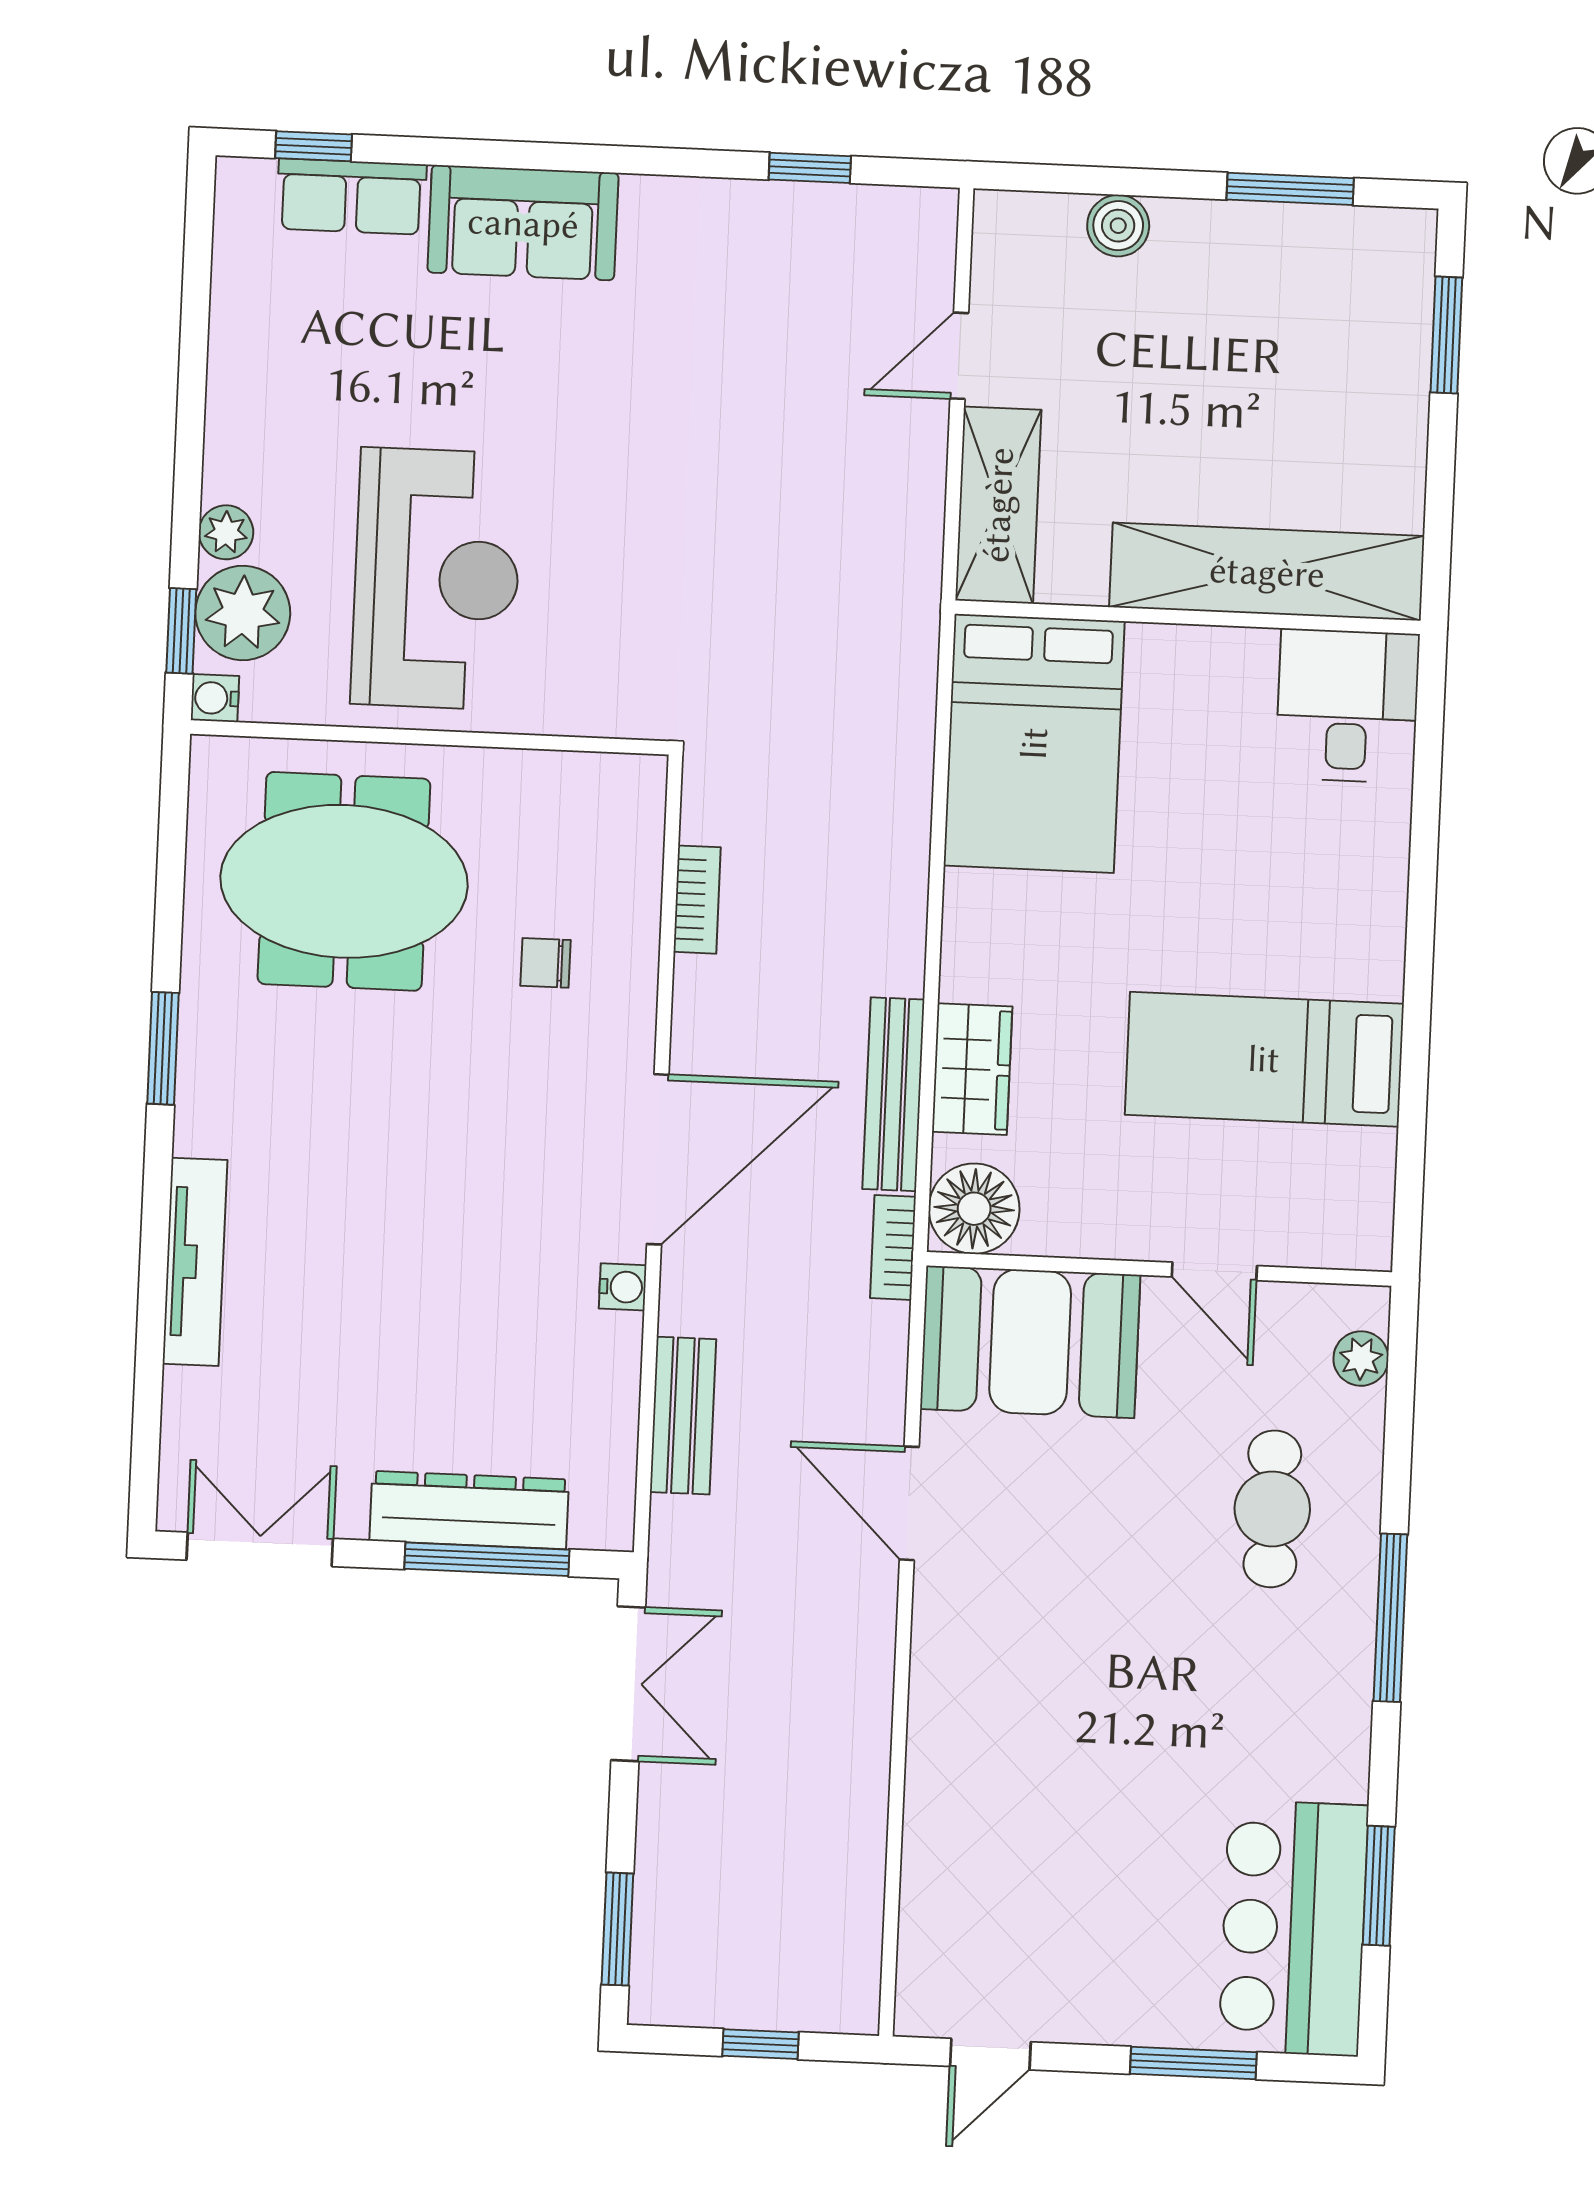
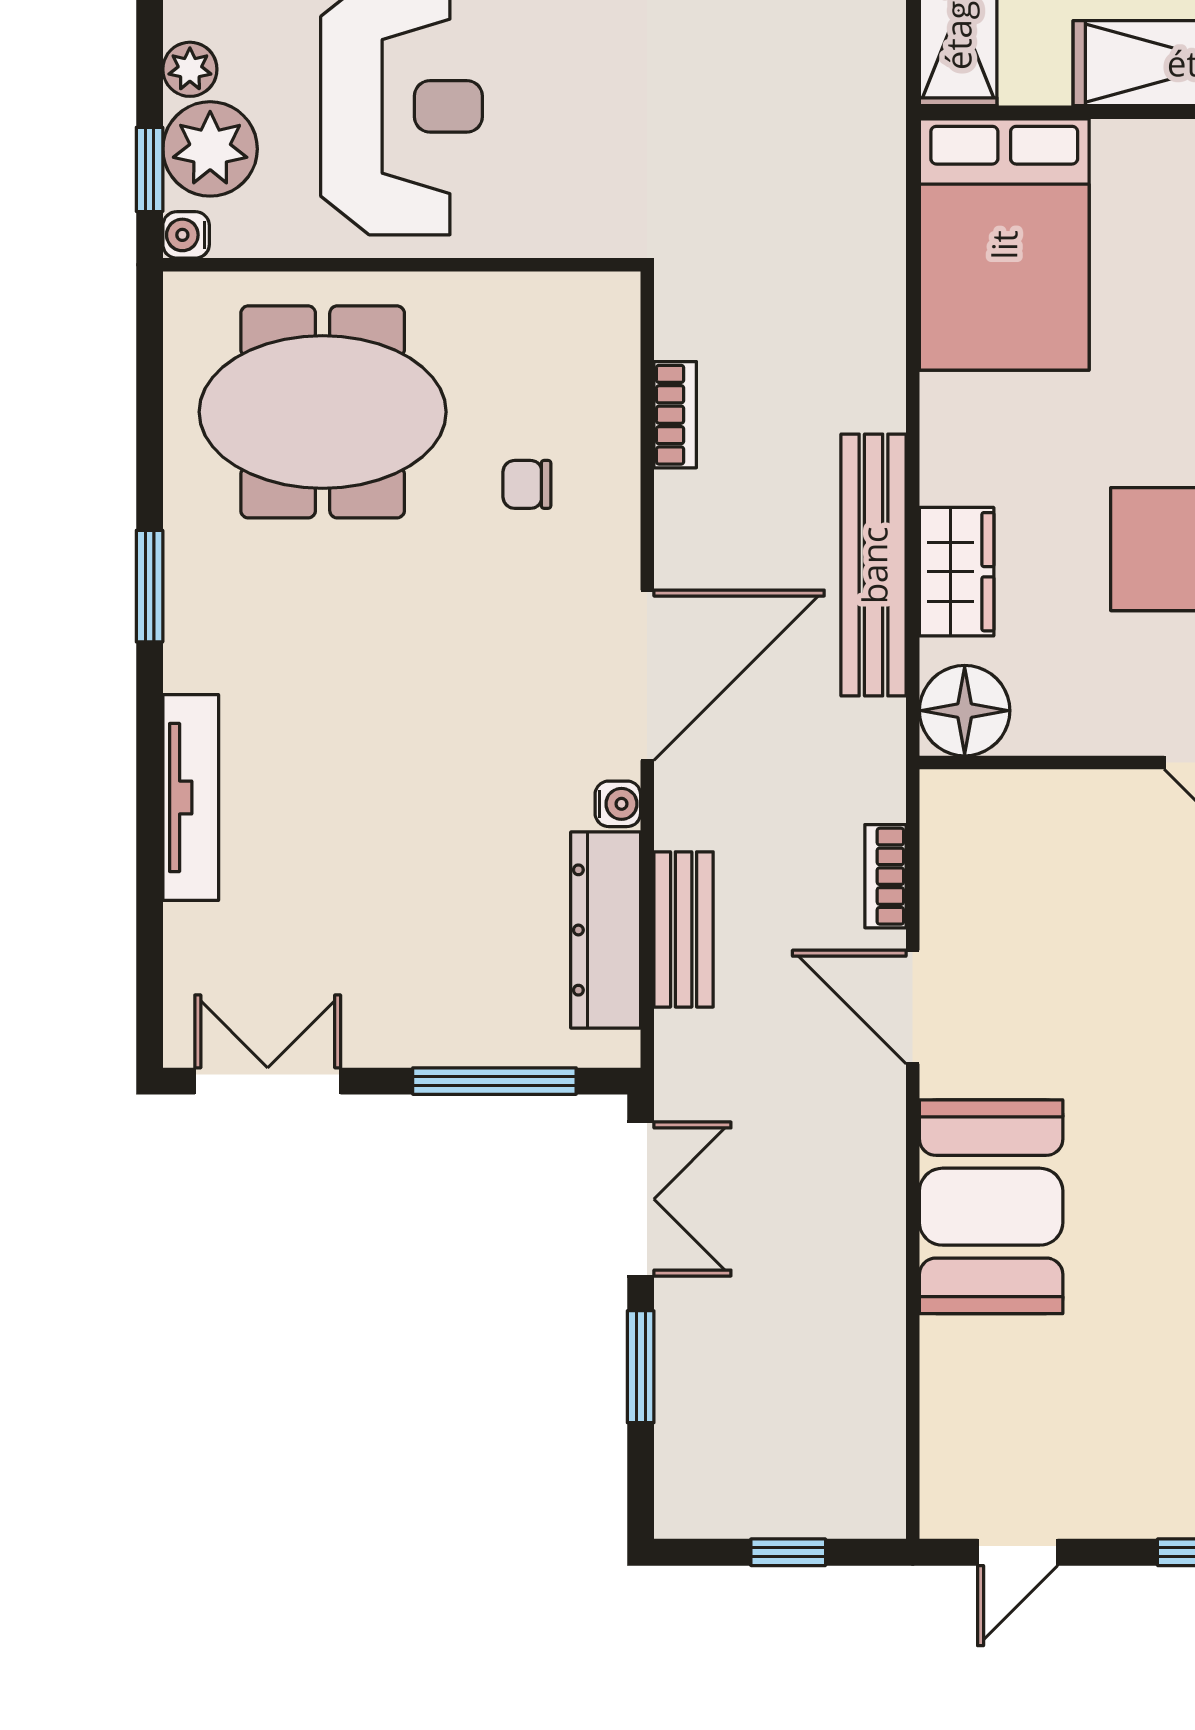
bench: (893, 1094) -> (874, 565), width x1.37, depth x1.21
bookcase: (893, 1247) -> (885, 876), moved
booth: (1030, 1342) -> (991, 1207), moved, turned 90
dresser: (469, 1510) -> (606, 930), moved, turned -90
window: (617, 1929) -> (641, 1367), moved

